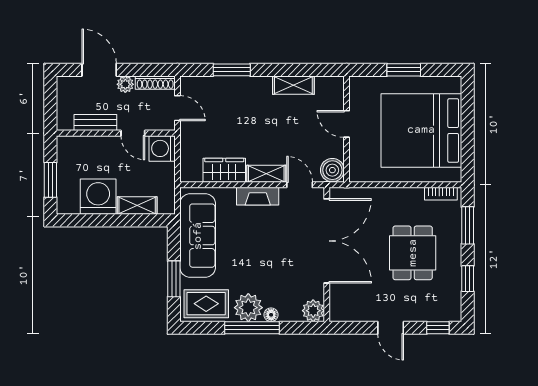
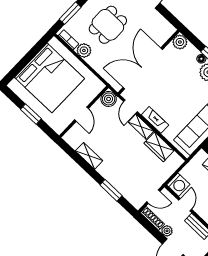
door: (177, 108) -> (153, 197), swing flipped
plant: (412, 198) -> (84, 50), added

